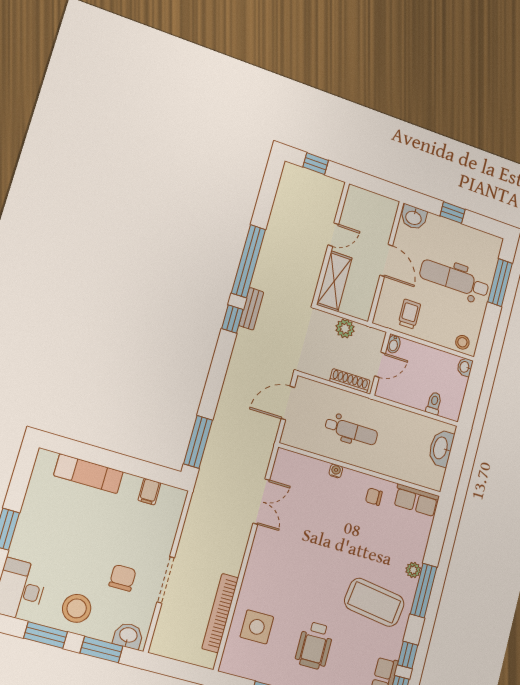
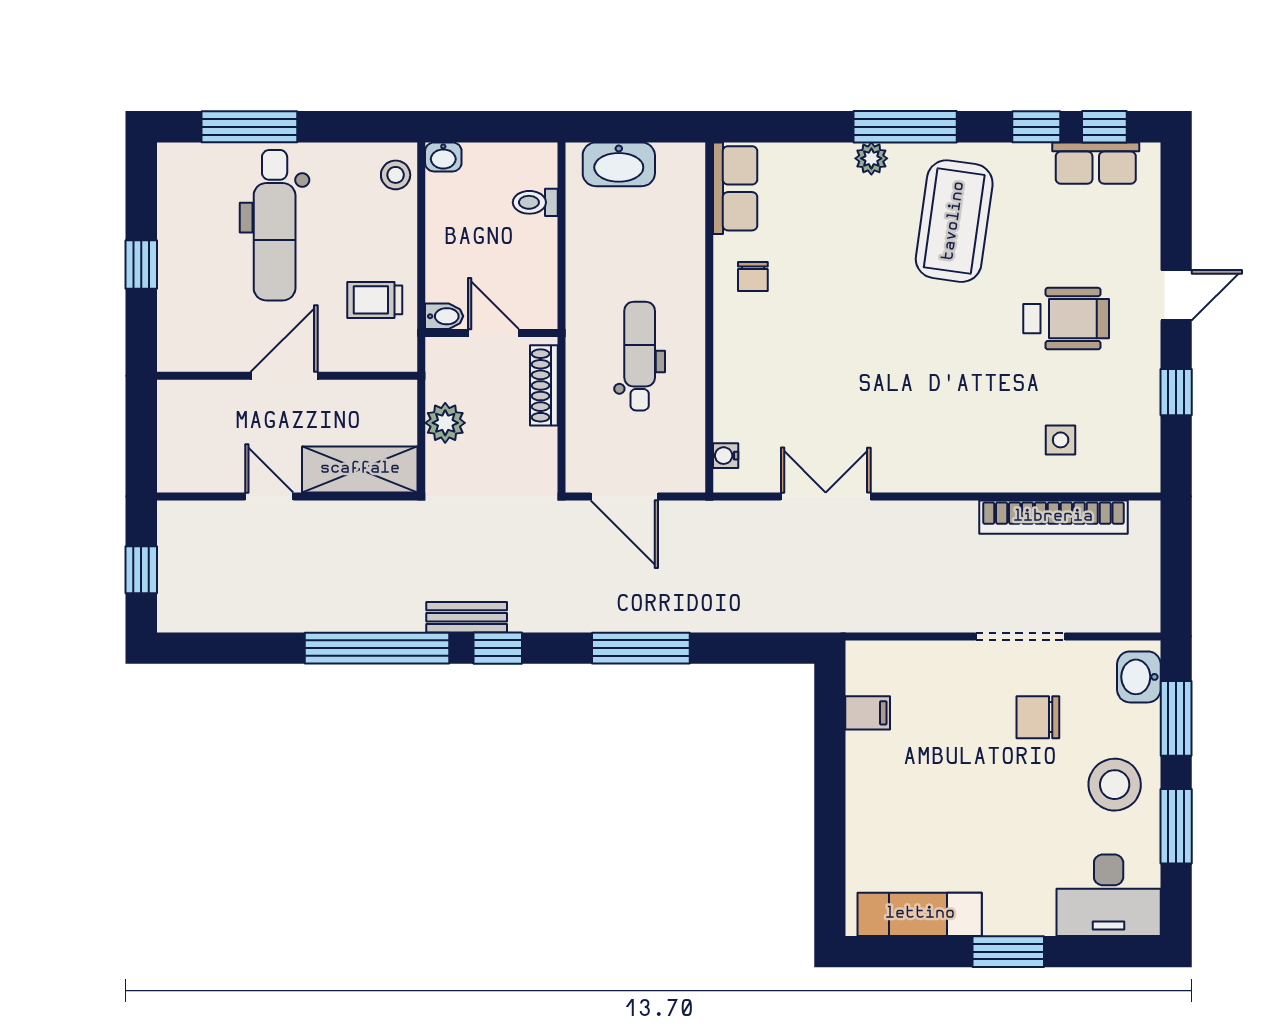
washbasin: (414, 217) -> (179, 343), removed
window: (198, 442) -> (641, 648), moved
water cooler: (336, 471) -> (726, 456), moved
exam couch: (89, 474) -> (920, 914), moved, turned -90
side table: (257, 627) -> (1061, 440), width x0.54, depth x0.54

